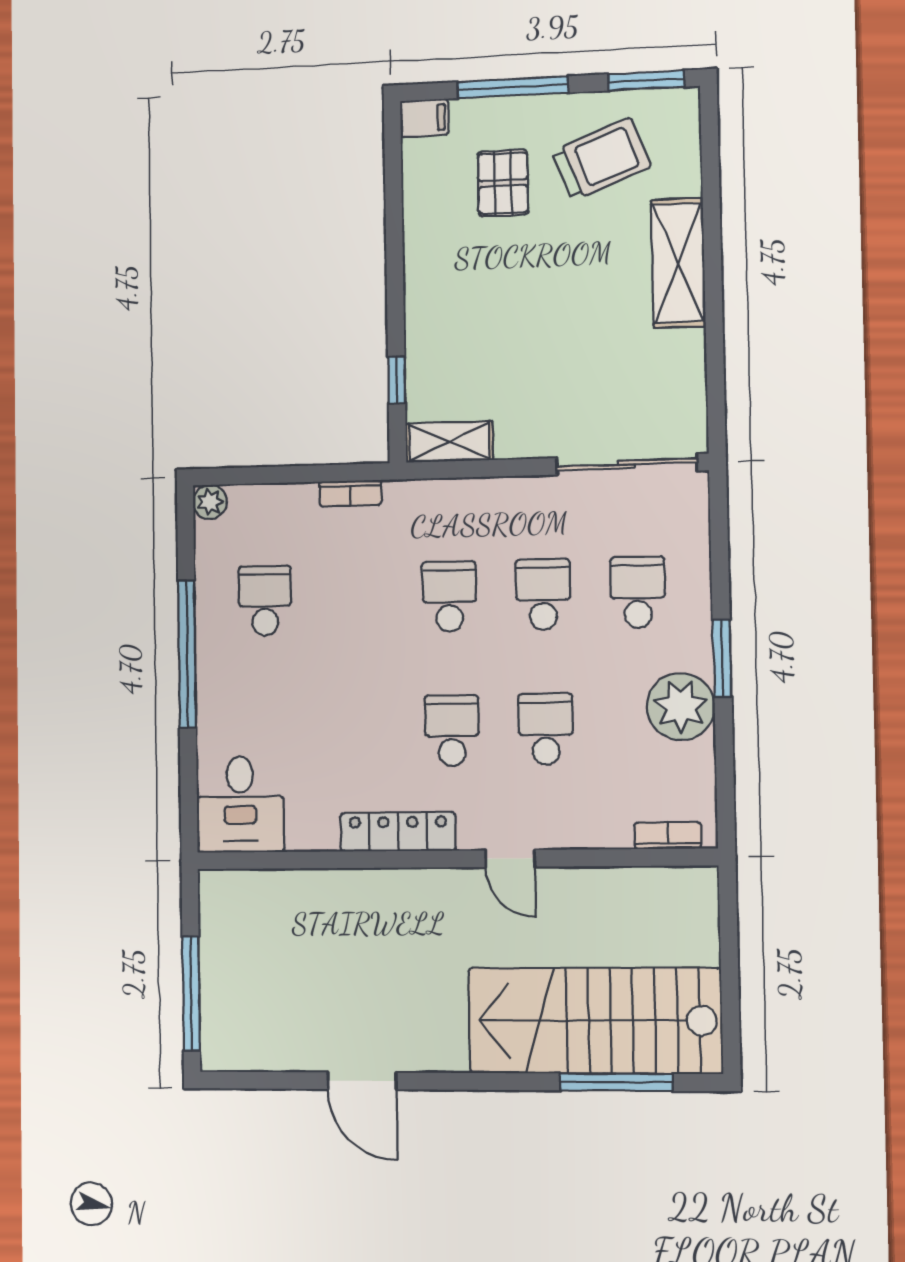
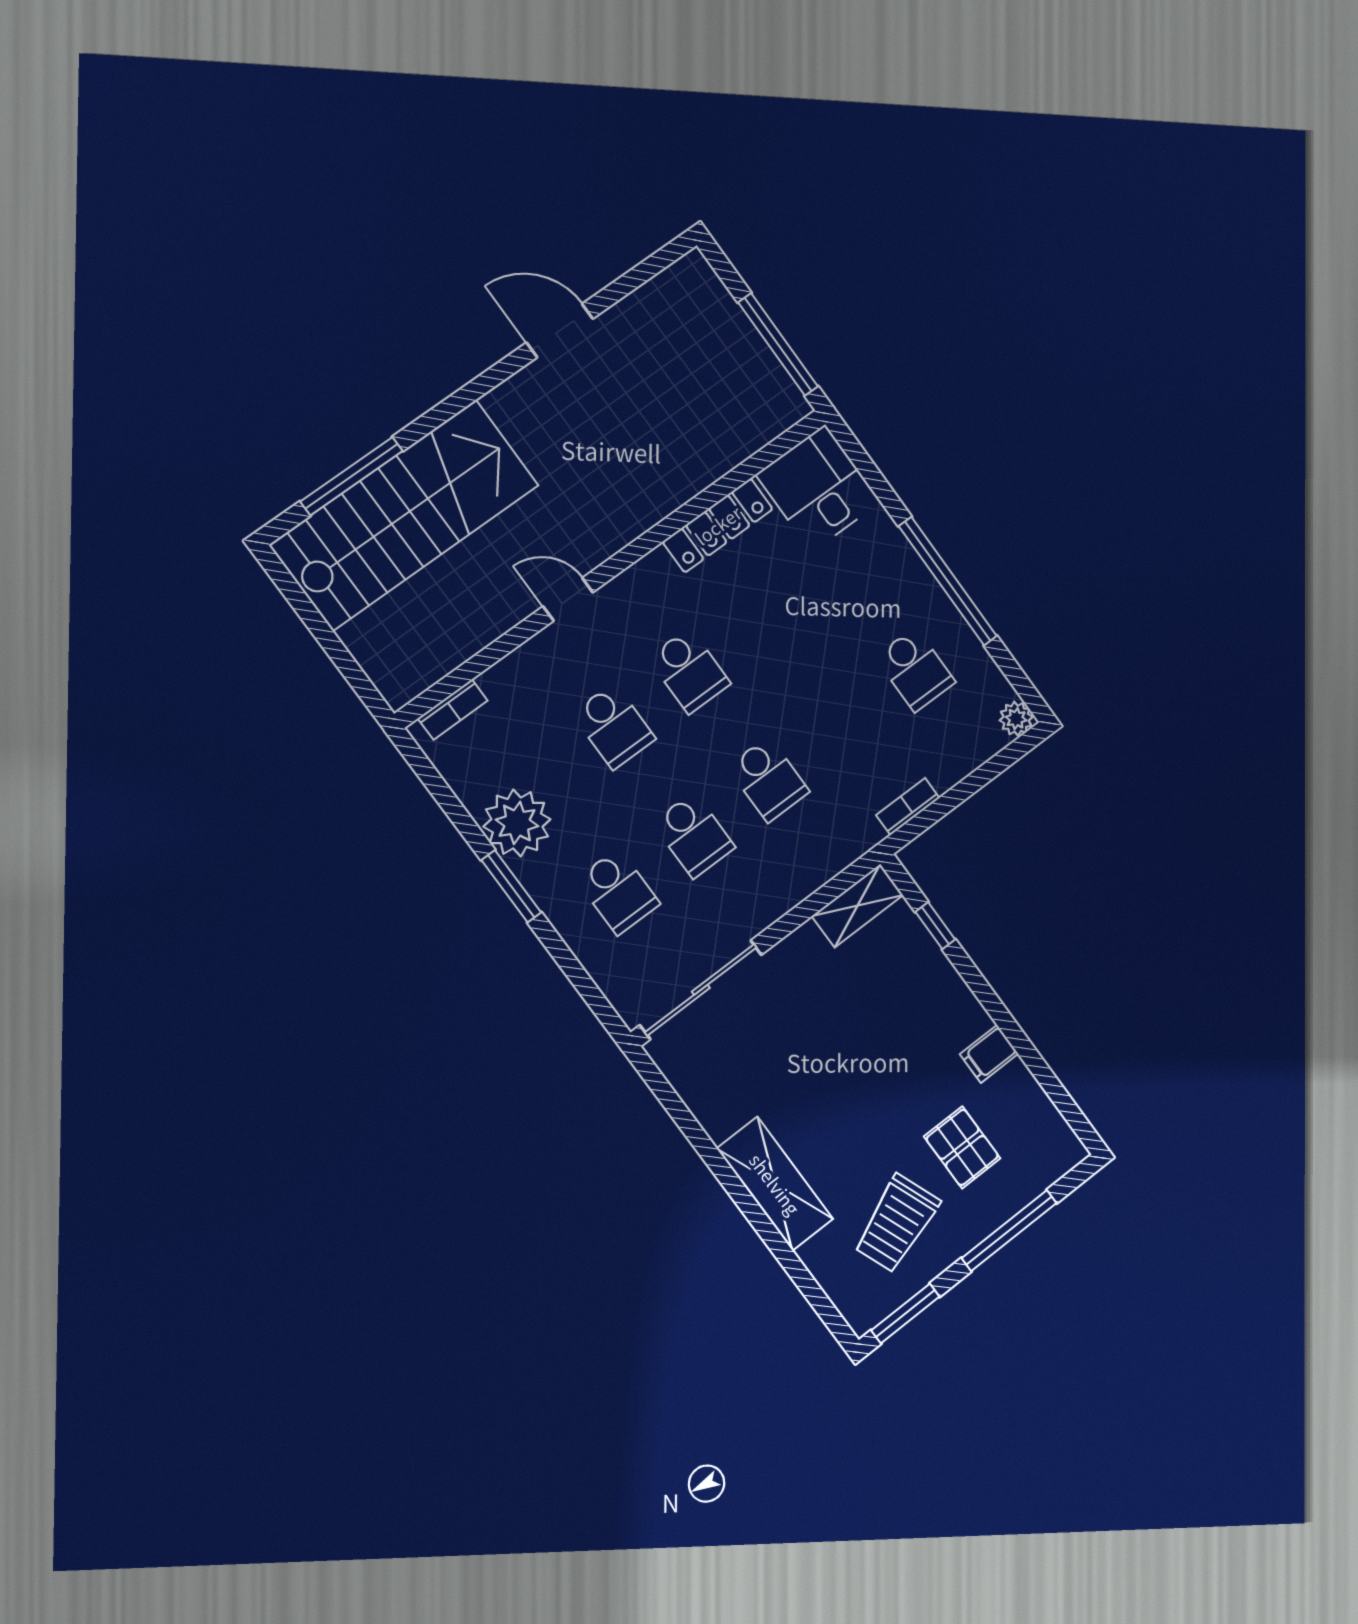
filing cabinet: (424, 118) -> (989, 1054), moved
locker: (398, 832) -> (718, 525), moved
window: (191, 994) -> (778, 344), moved

